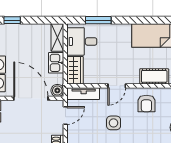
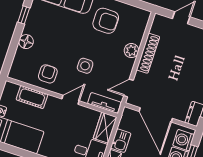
boiler: (57, 90) -> (128, 114), removed

